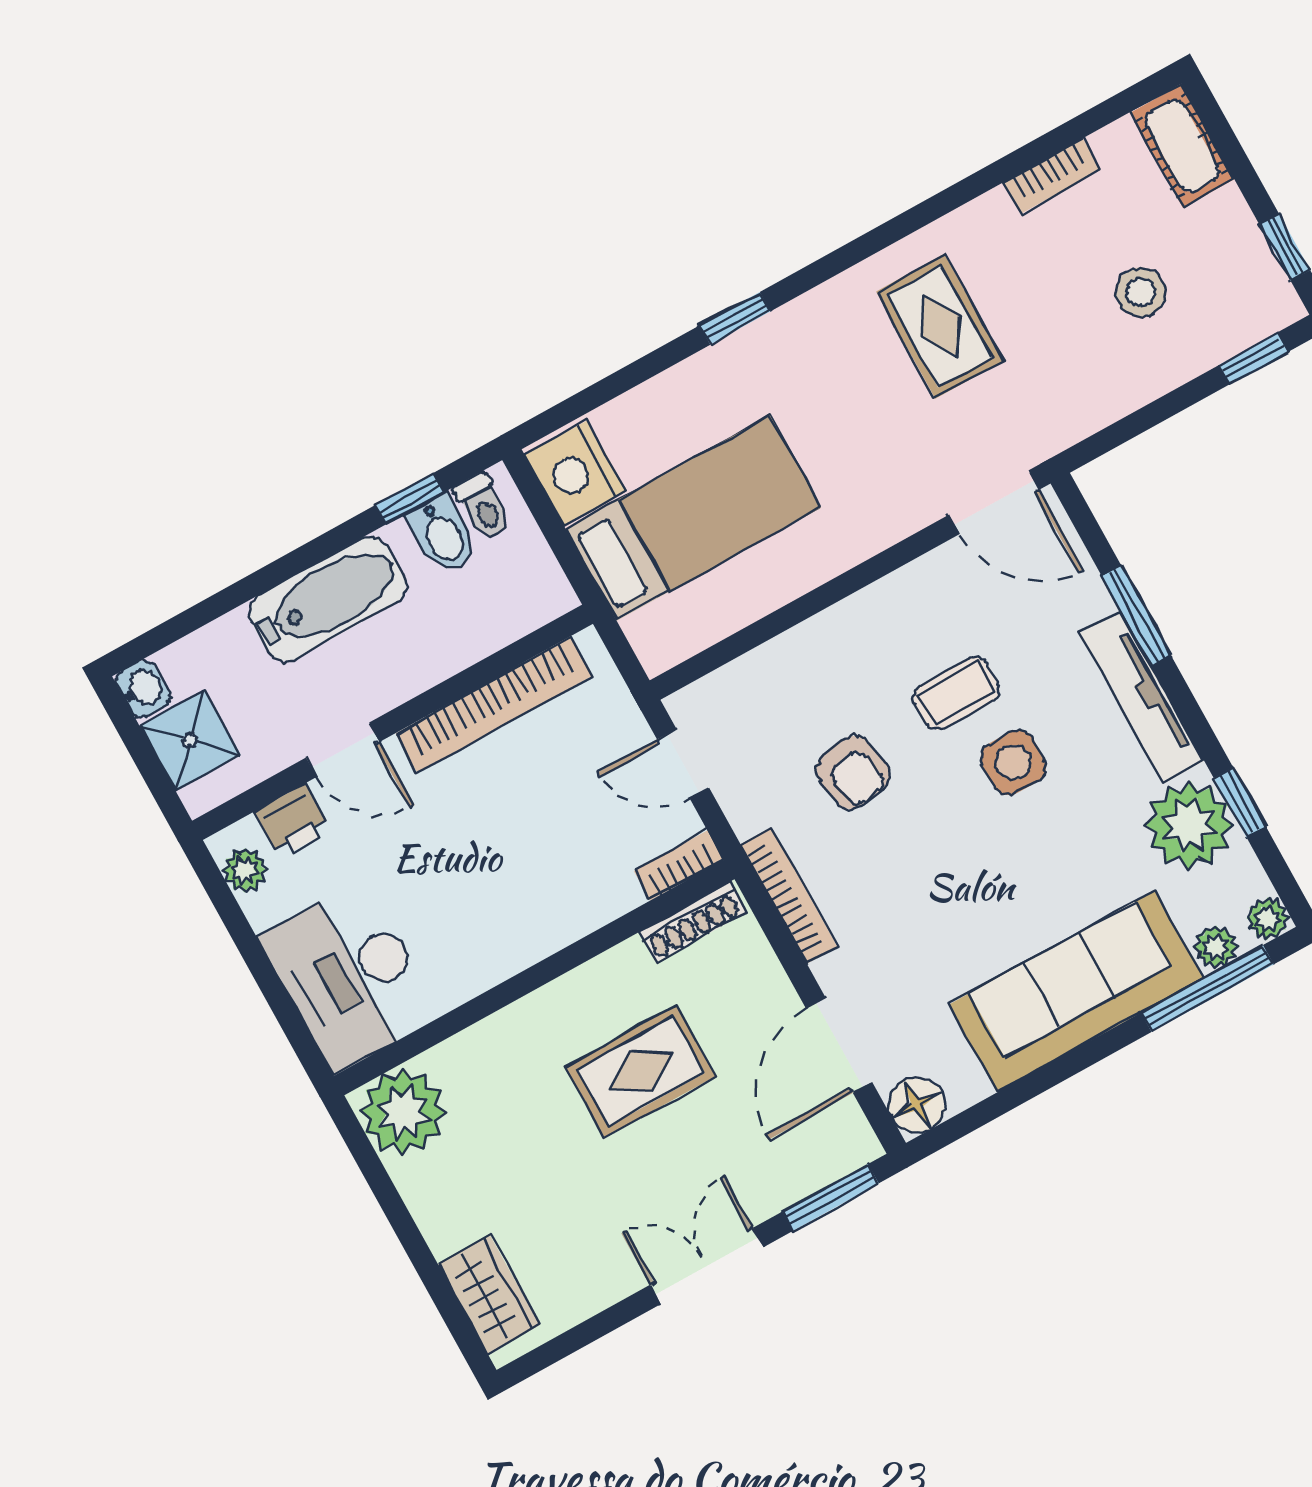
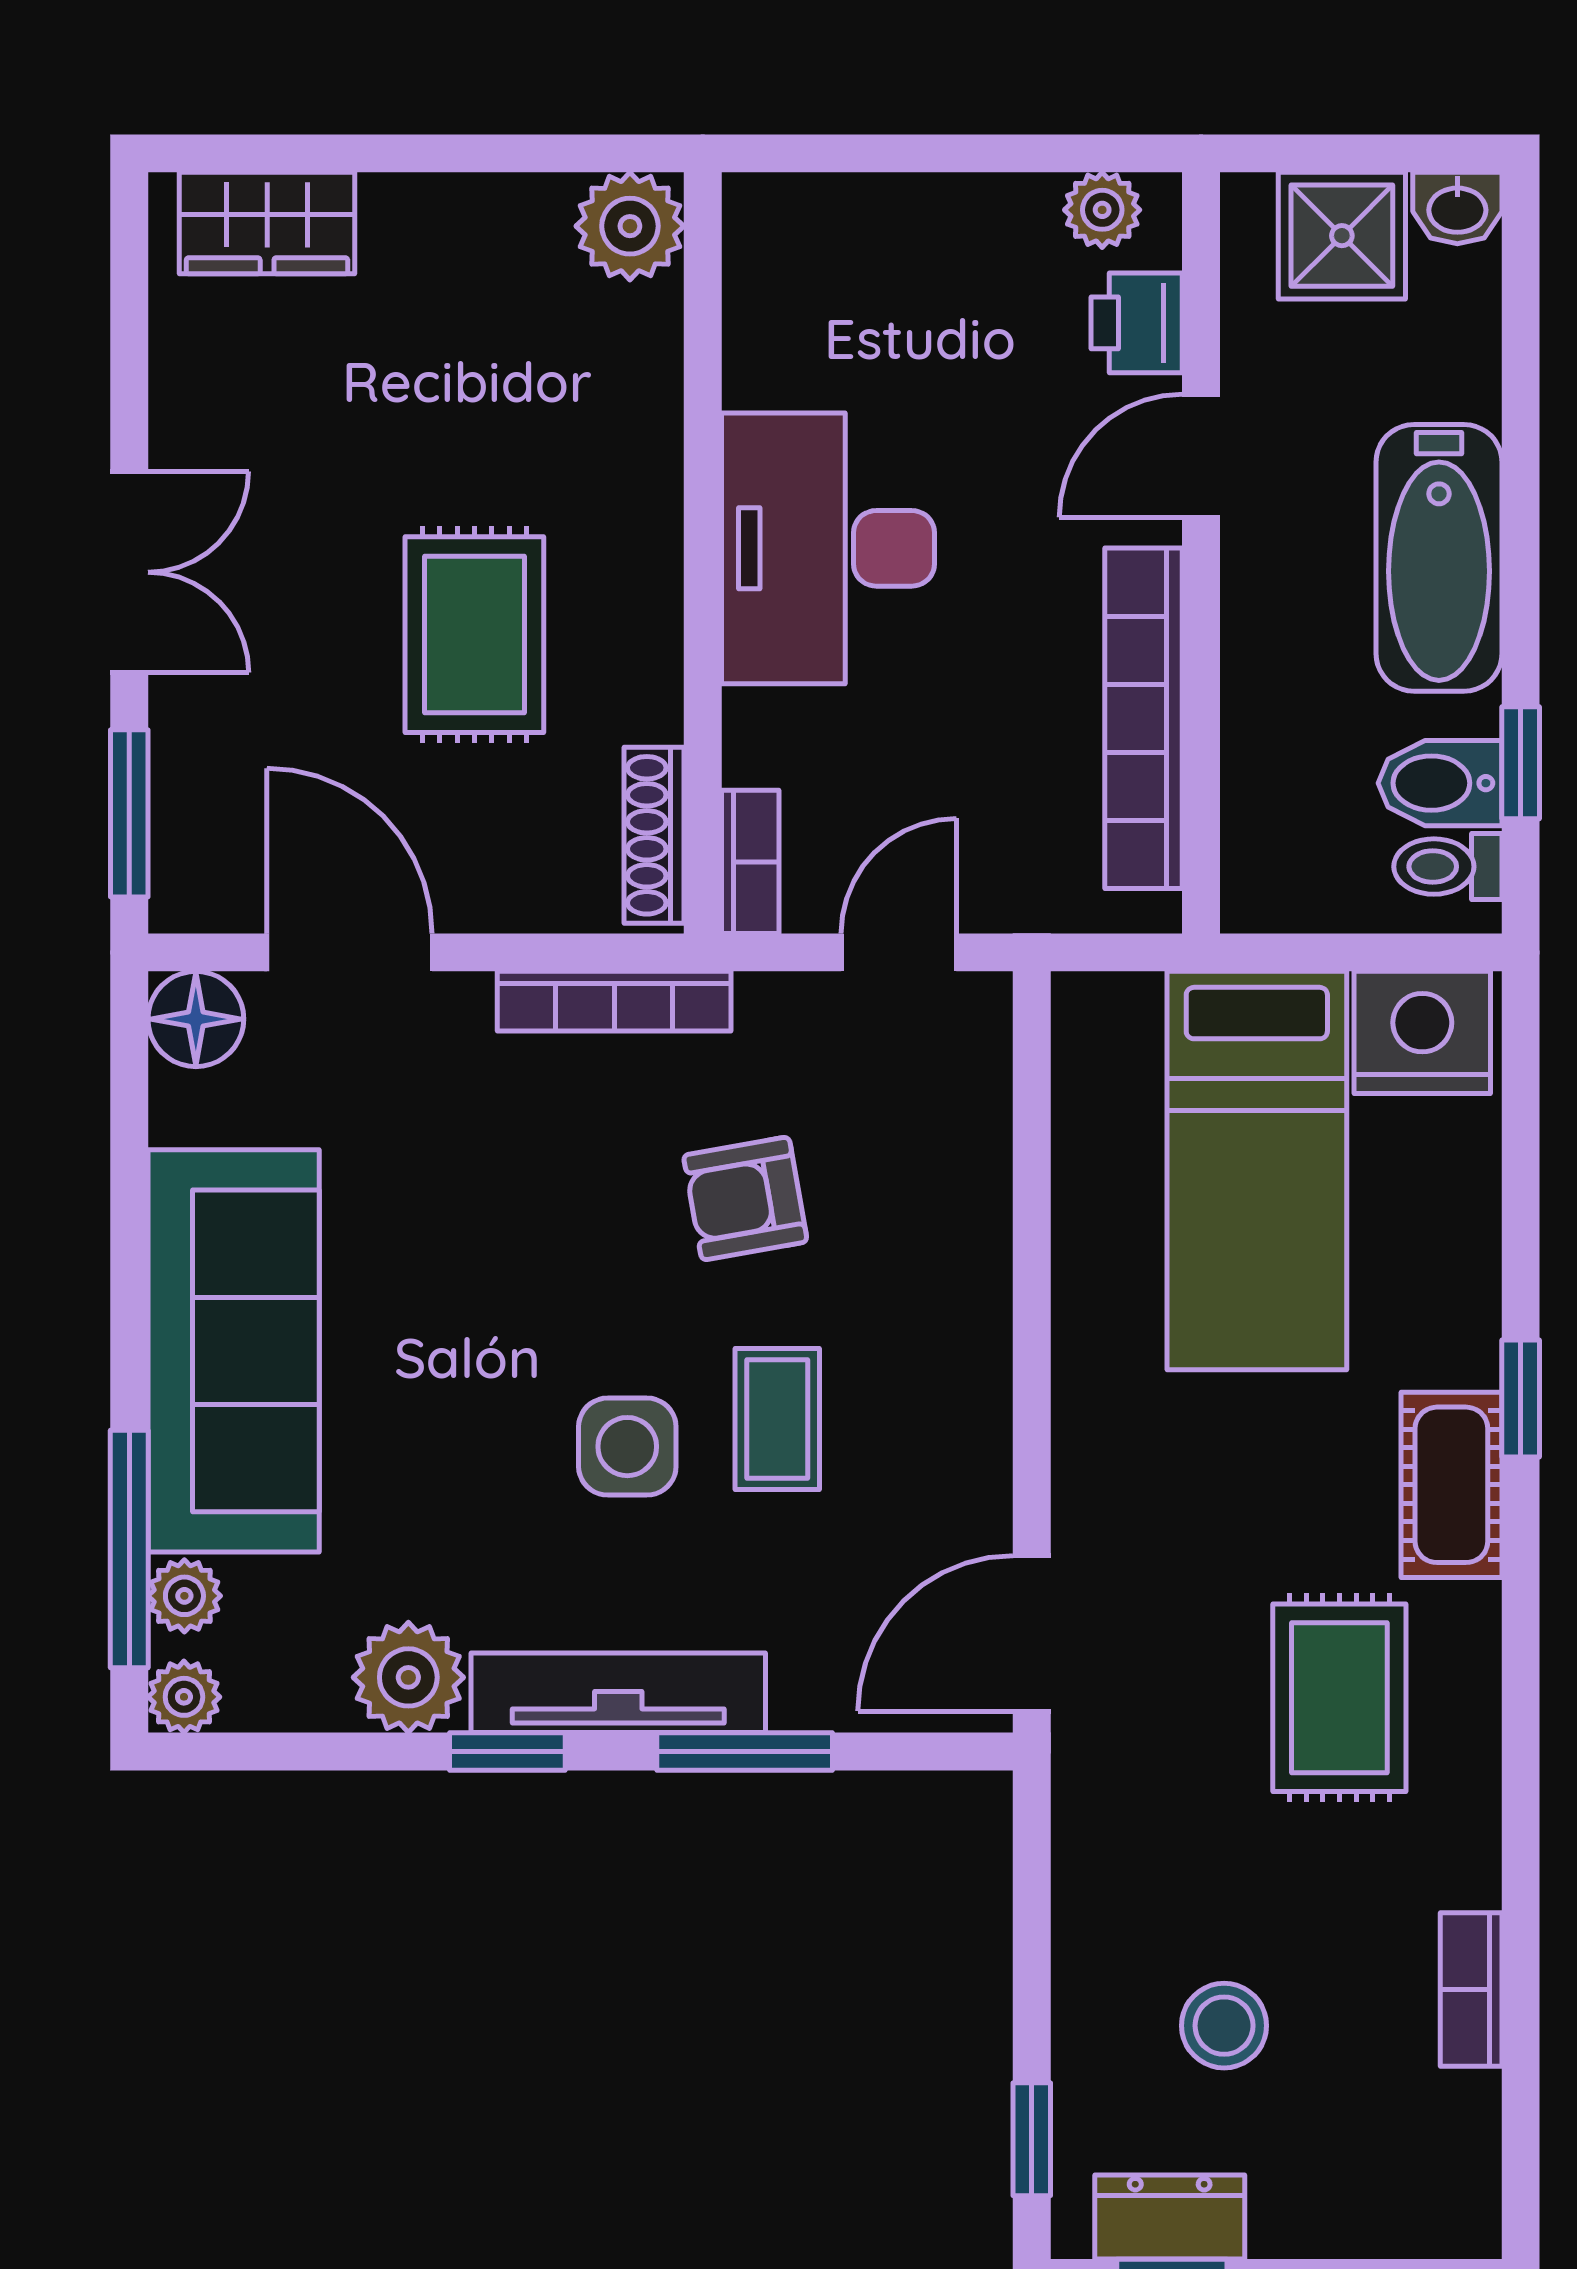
cot: (1182, 146) -> (1451, 1485), moved, turned 90
dresser: (1254, 266) -> (1170, 2217), added
rug: (940, 326) -> (1339, 1698), turned 90
window: (1240, 802) -> (507, 1752), moved
plant: (1189, 825) -> (408, 1677), width x0.73, depth x0.73
desk: (350, 976) -> (828, 548), moved, turned -90
plant: (403, 1112) -> (630, 226), width x0.73, depth x0.73

